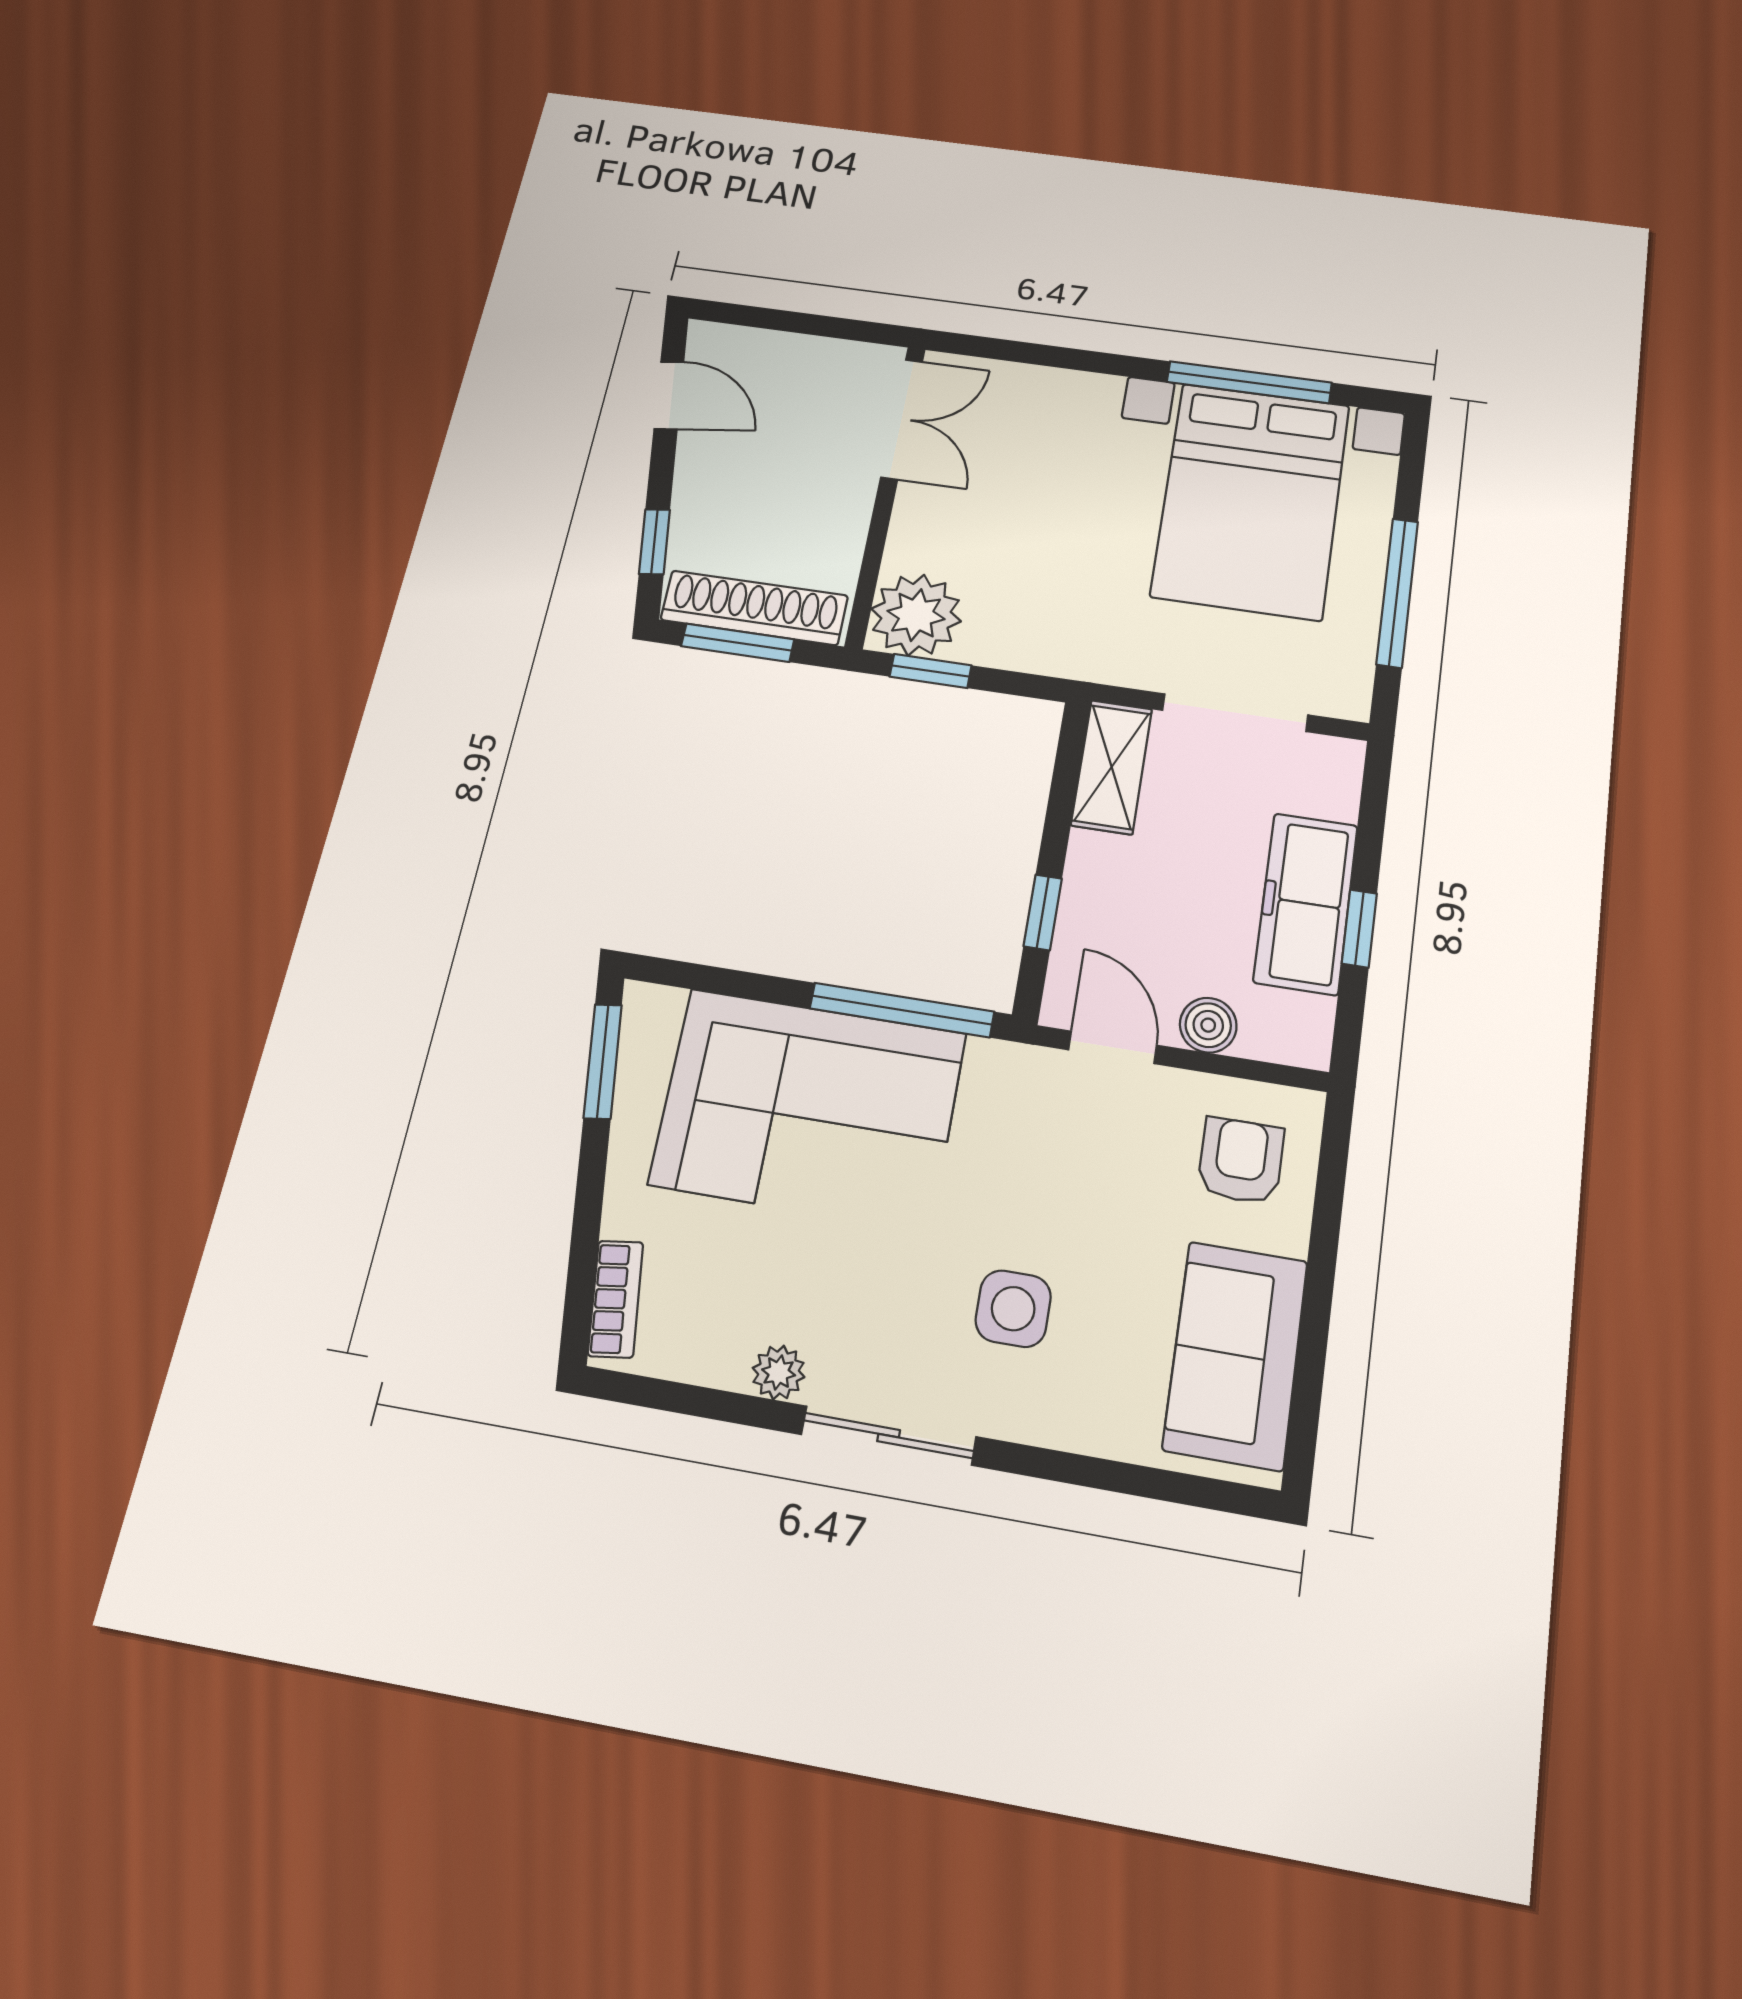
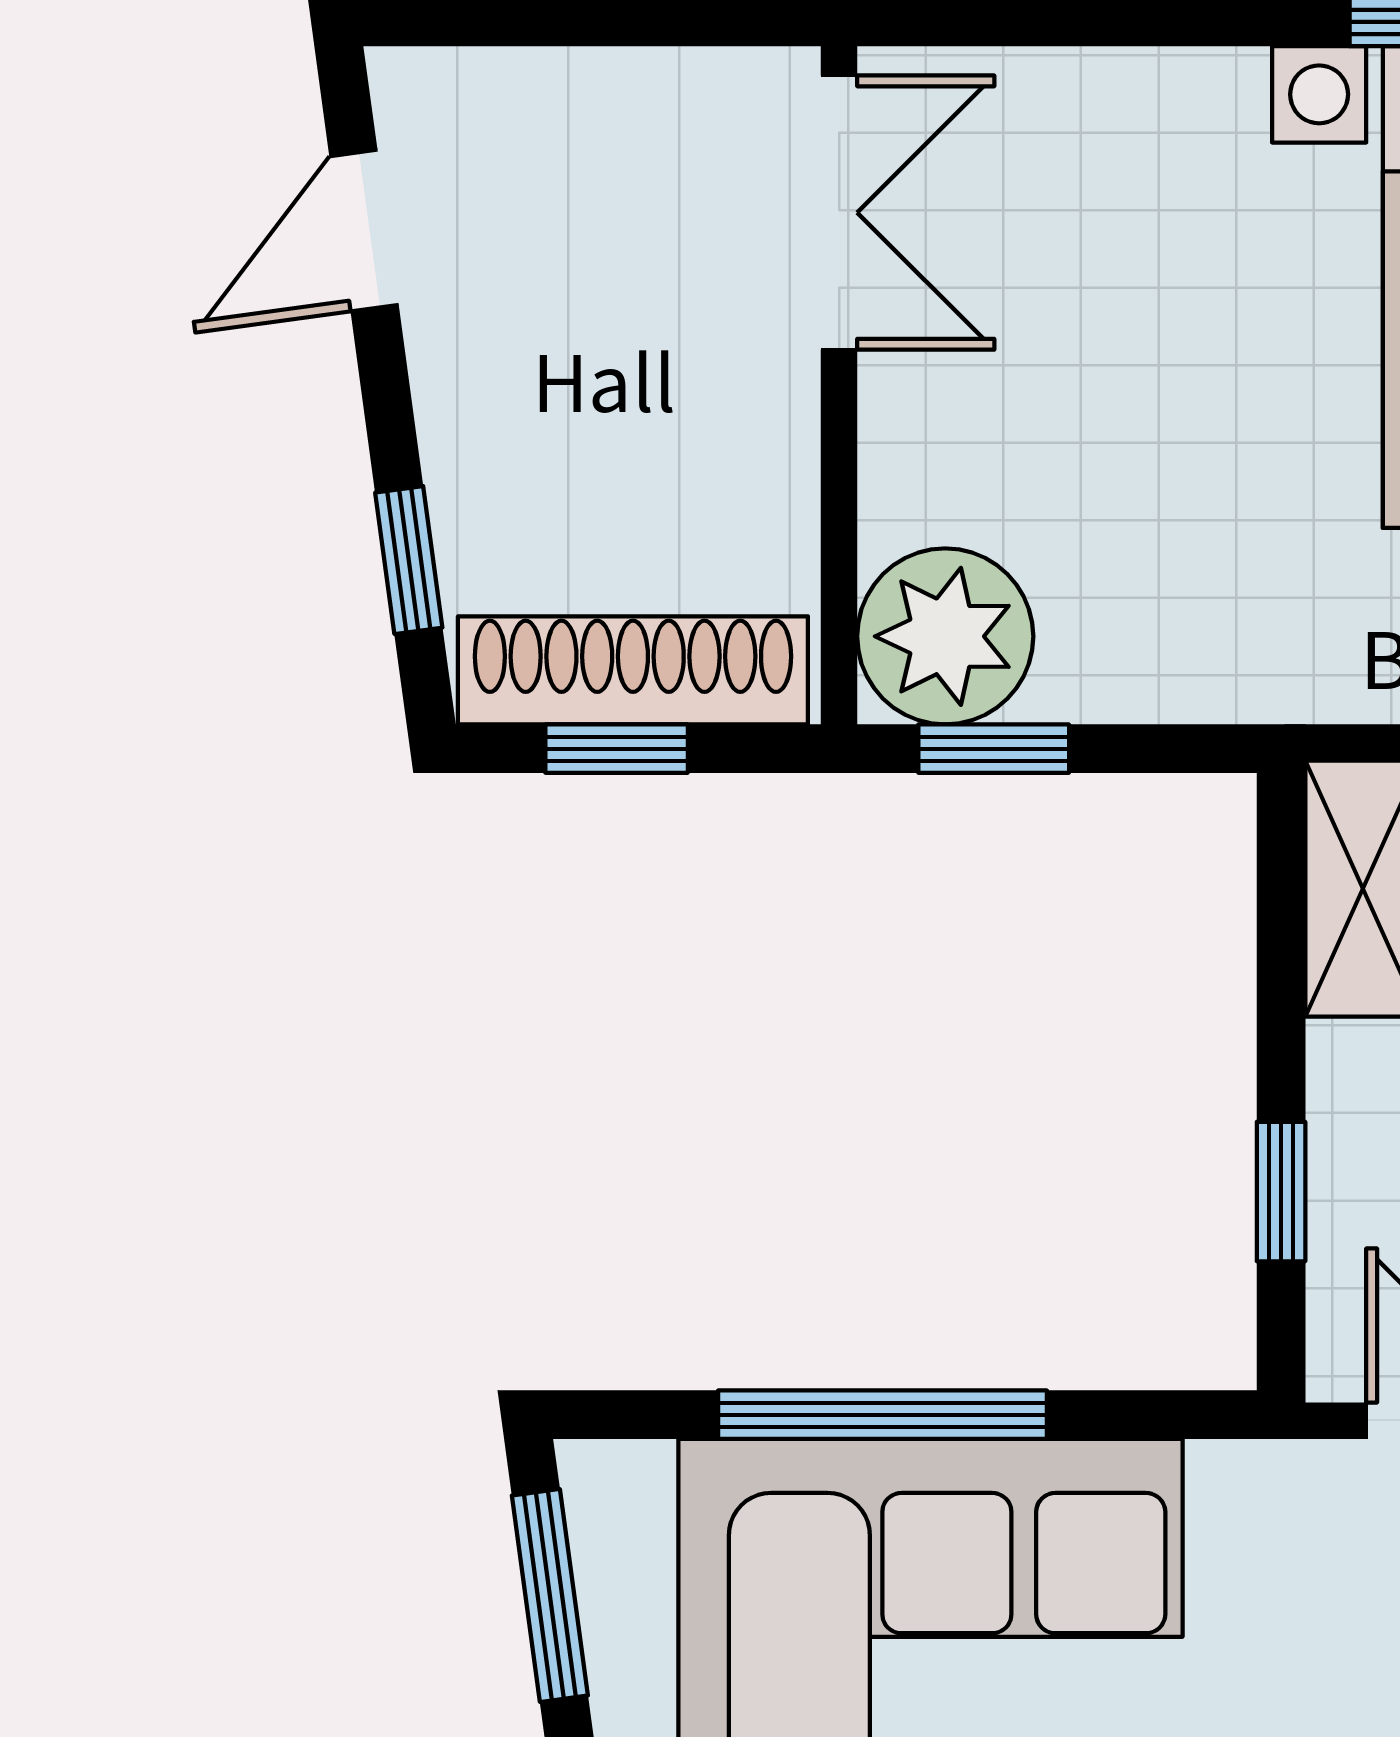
door: (669, 395) -> (364, 231), swing flipped
window: (738, 643) -> (617, 749), width x0.67
window: (902, 1010) -> (882, 1415), moved

